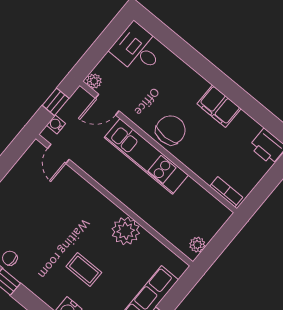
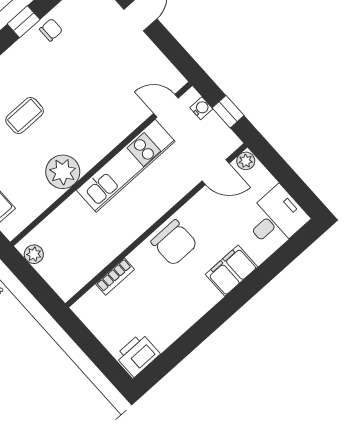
door: (107, 105) -> (216, 172), swing flipped
filing cabinet: (219, 106) -> (231, 271), moved
kitchen unit: (146, 156) -> (126, 166), moved, turned 180
bookcase: (226, 192) -> (115, 277), moved

